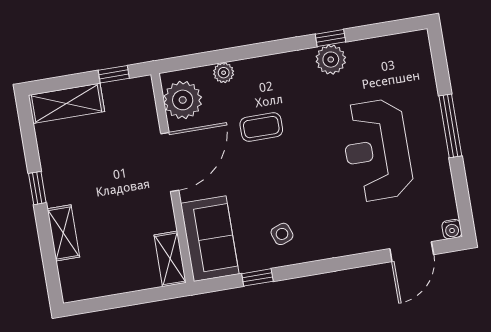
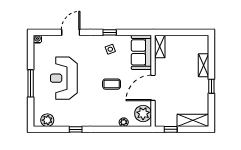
plant: (331, 60) -> (47, 120), moved
coffee table: (261, 127) -> (112, 84), moved
reception desk: (377, 150) -> (64, 78), turned 180
door: (412, 252) -> (71, 32), moved
window: (257, 277) -> (110, 32), moved

